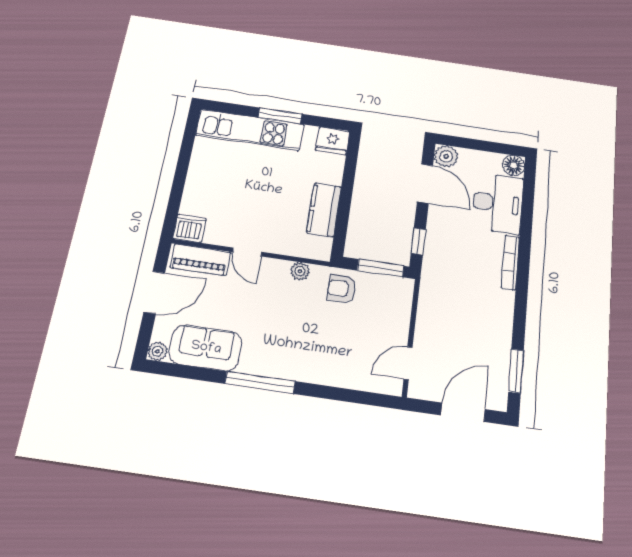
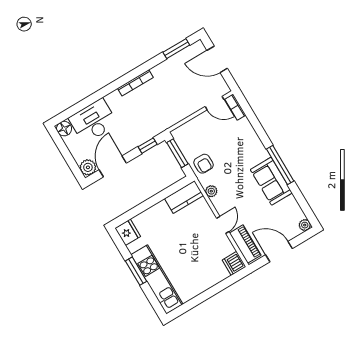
kitchen counter: (324, 210) -> (184, 197), moved
bookcase: (510, 263) -> (135, 83), moved
sofa: (206, 348) -> (271, 181), moved
bookcase: (382, 386) -> (235, 107), added

